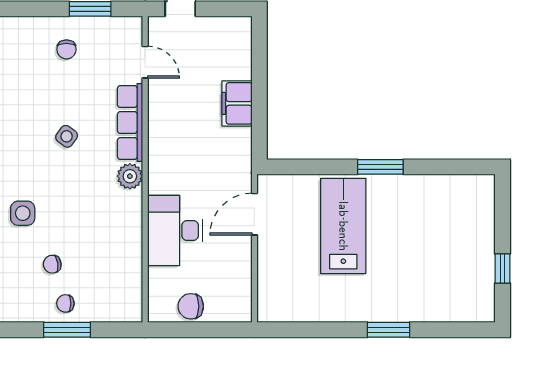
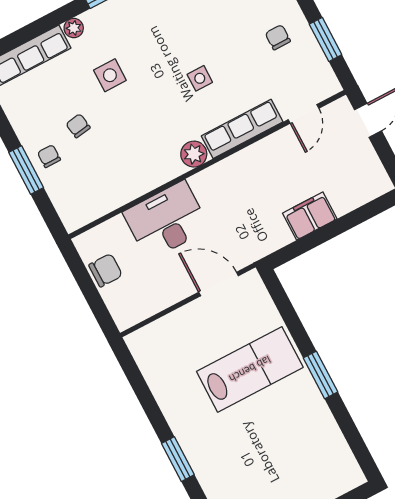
chair: (66, 49) -> (278, 37), turned 90
side table: (67, 136) -> (200, 78), turned -36
chair: (191, 306) -> (106, 270), turned 90

